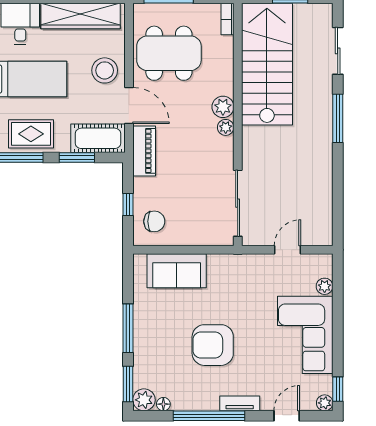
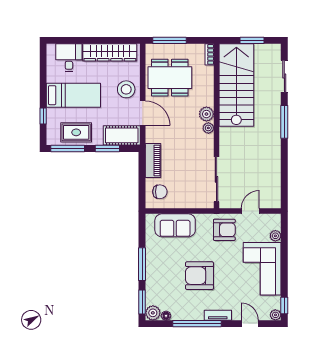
piano: (144, 151) -> (153, 160), moved
window: (128, 205) -> (142, 180), removed
armchair: (249, 277) -> (224, 230), added
door: (287, 416) -> (250, 324), hinge flipped

